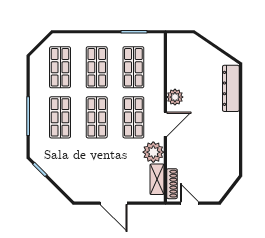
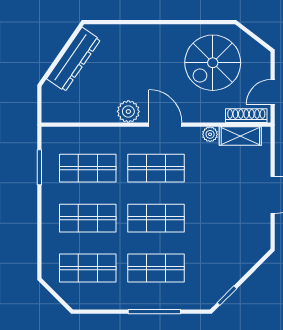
dresser: (231, 88) -> (74, 59), moved, turned -56
plant: (153, 152) -> (210, 134), width x0.53, depth x0.53
spiral stairs: (211, 159) -> (213, 63), added

